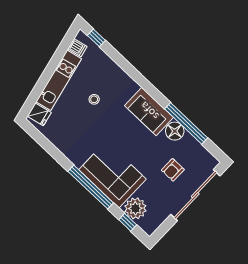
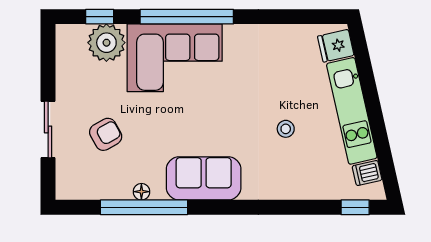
floor lamp: (175, 131) -> (141, 192), width x0.53, depth x0.53
armchair: (173, 170) -> (106, 134), turned 61
sliding door: (195, 195) -> (48, 130), width x0.54

